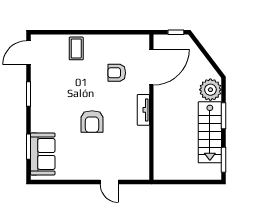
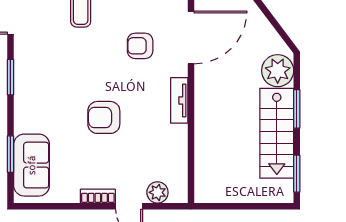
armchair: (92, 122) -> (104, 117), turned 90
plant: (129, 173) -> (157, 192), added
bookcase: (88, 175) -> (98, 196), added

